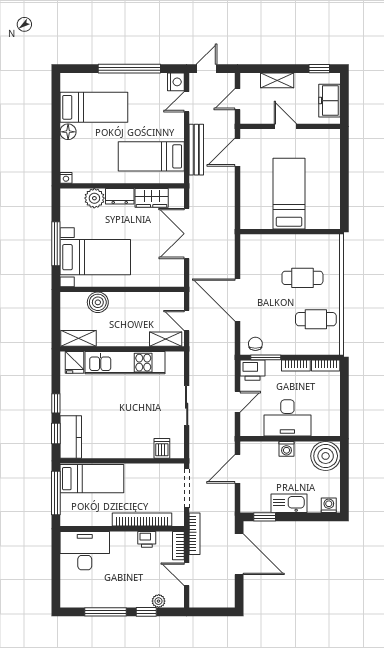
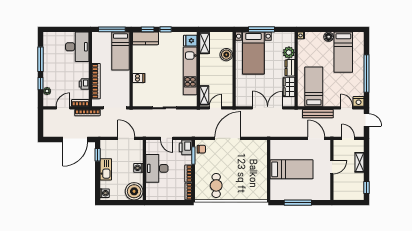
freezer: (330, 101) -> (347, 194), removed
window: (344, 183) -> (298, 203), added
cafe table: (302, 278) -> (241, 177), removed
dishwasher: (162, 448) -> (139, 78), moved

